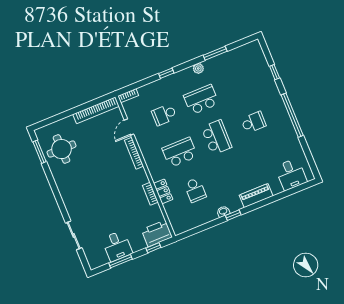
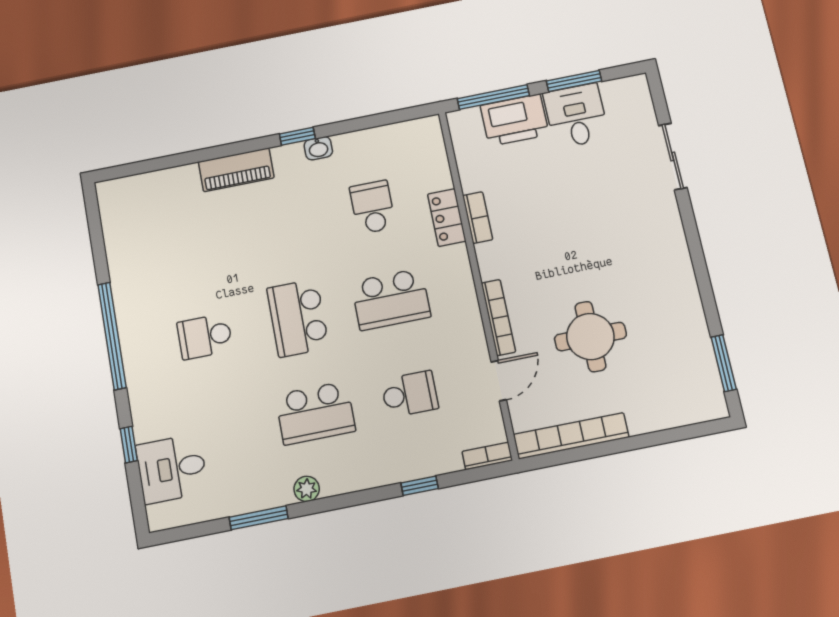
window: (166, 73) -> (419, 486), moved
round table: (62, 149) -> (590, 337), moved
desk: (291, 174) -> (172, 469), moved, turned -90
printer: (157, 233) -> (515, 120), moved
window: (153, 248) -> (493, 97), width x2.17

